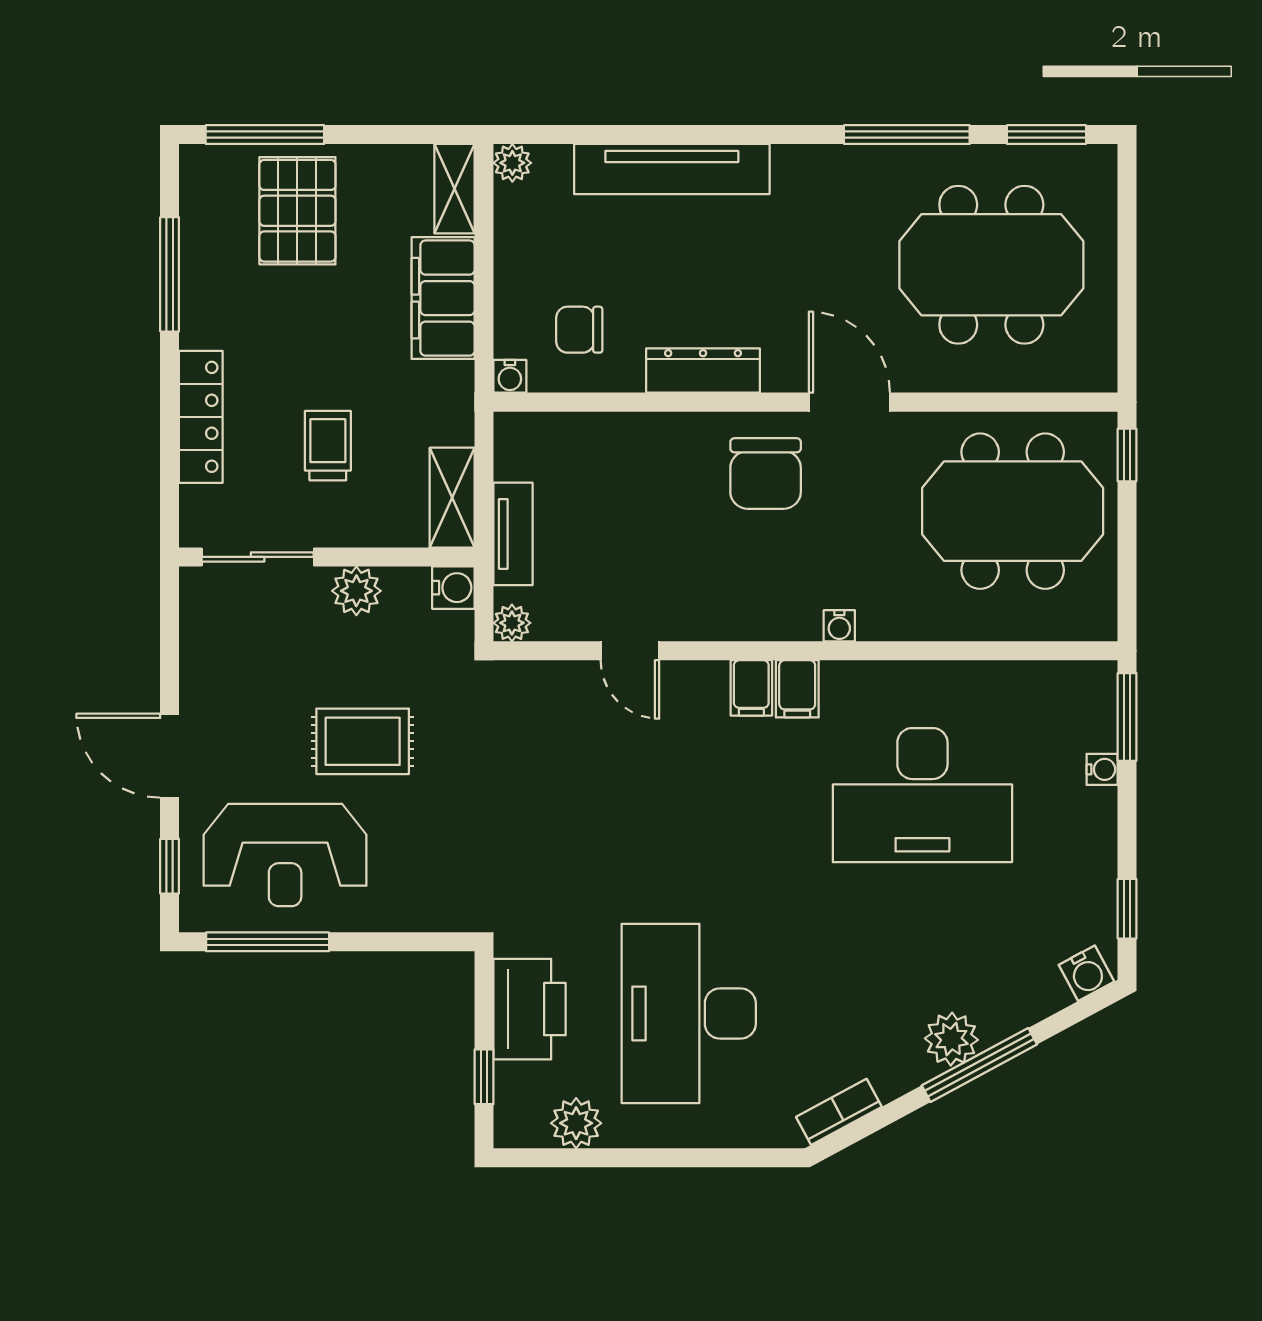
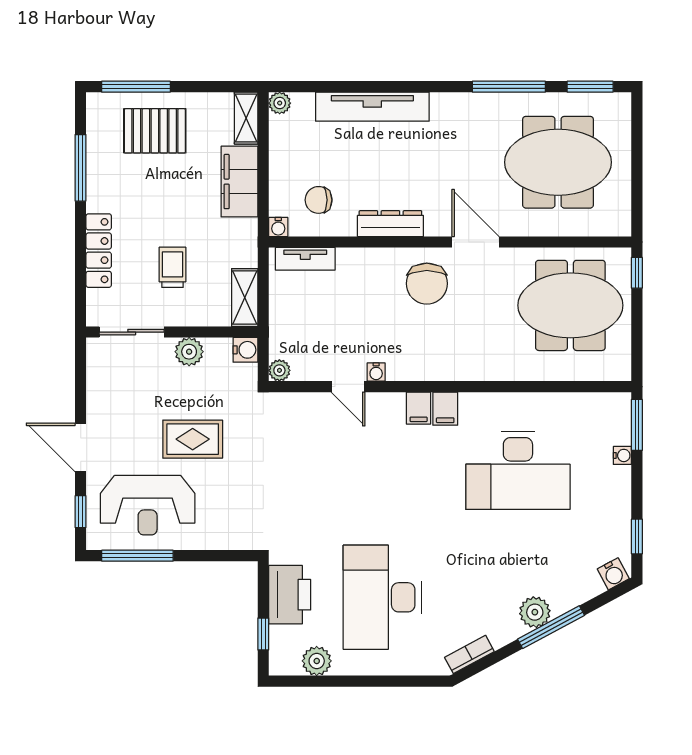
pallet: (297, 211) -> (155, 131), turned 90
tv unit: (513, 534) -> (305, 259), moved, turned 90
water cooler: (839, 626) -> (376, 372), moved

